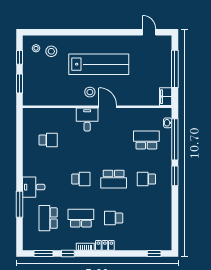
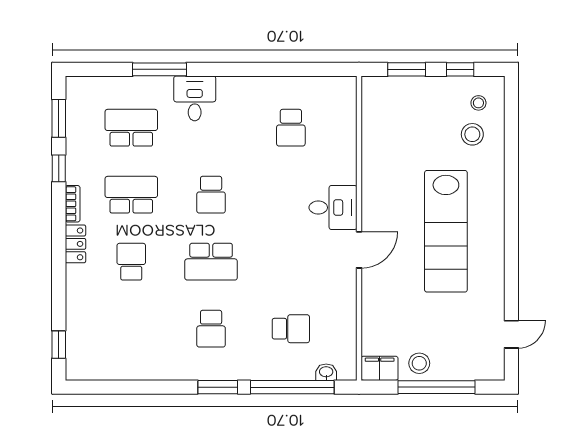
stool: (90, 92) -> (419, 363), moved
school desk: (146, 140) -> (291, 329), width x0.54
school desk: (114, 179) -> (211, 262), turned -90
school desk: (146, 179) -> (211, 329), turned 180
school desk: (81, 218) -> (131, 195), turned -90

